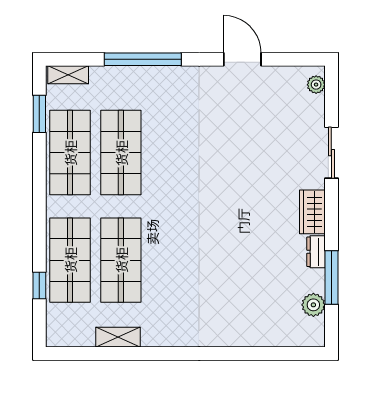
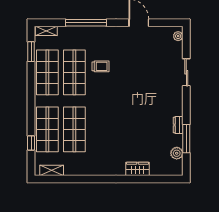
trolley: (170, 142) -> (100, 66), added
wardrobe: (312, 212) -> (138, 169), moved, turned 90
shelving: (118, 337) -> (52, 170), moved

